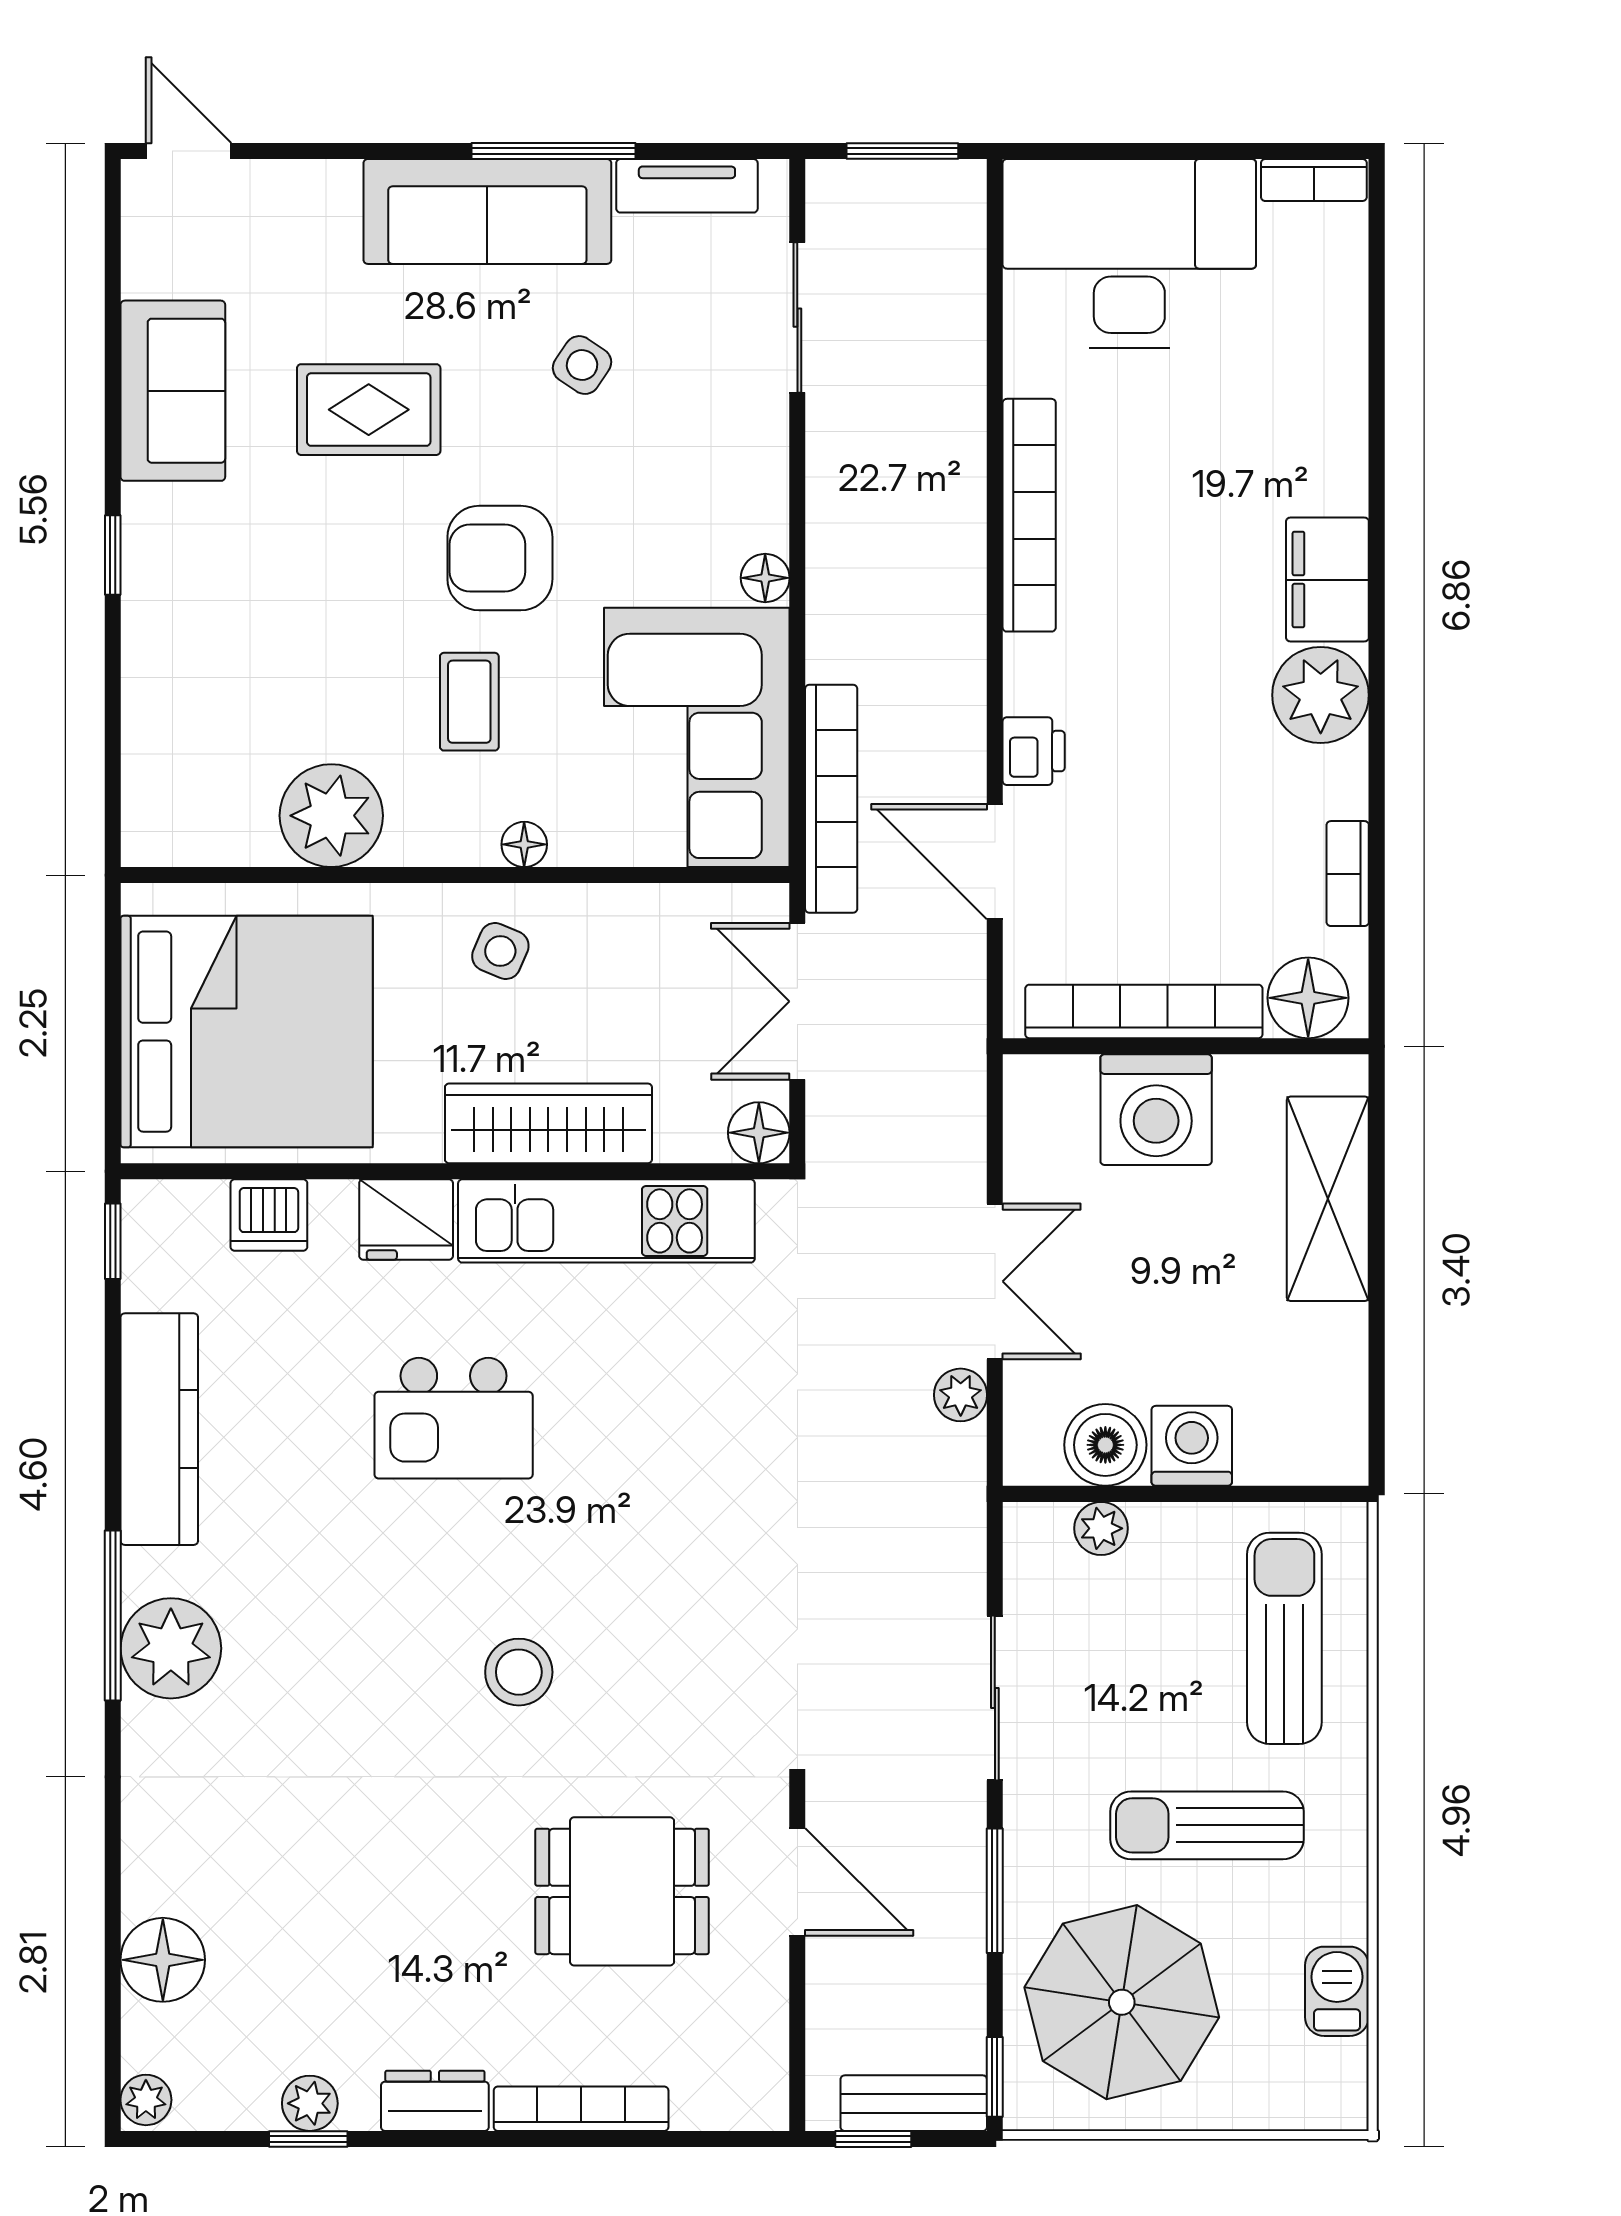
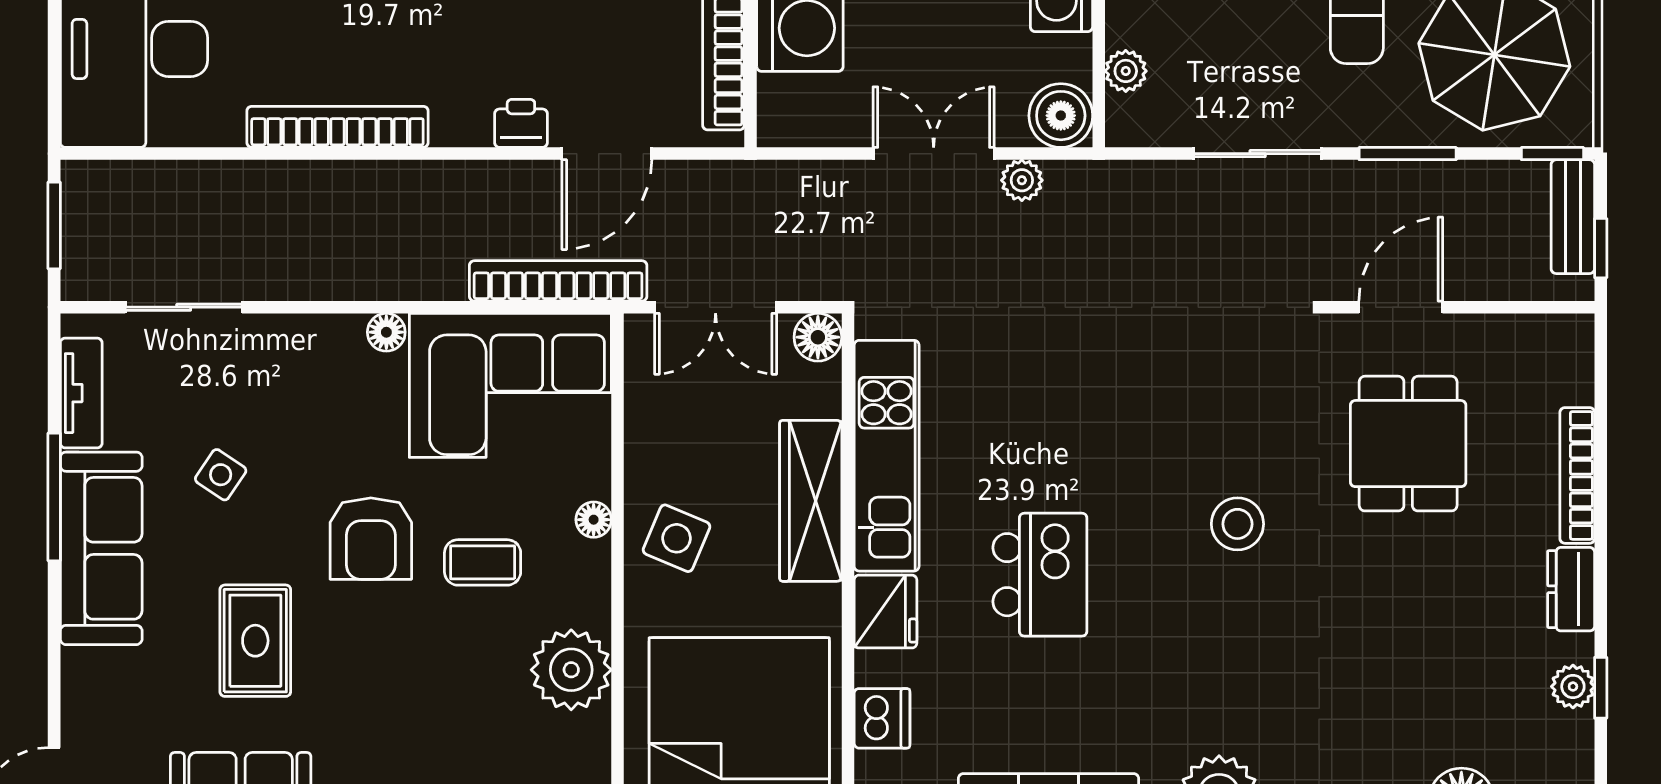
side table: (500, 951) -> (677, 538), width x1.37, depth x1.37
boiler: (1105, 1445) -> (1061, 116), moved

